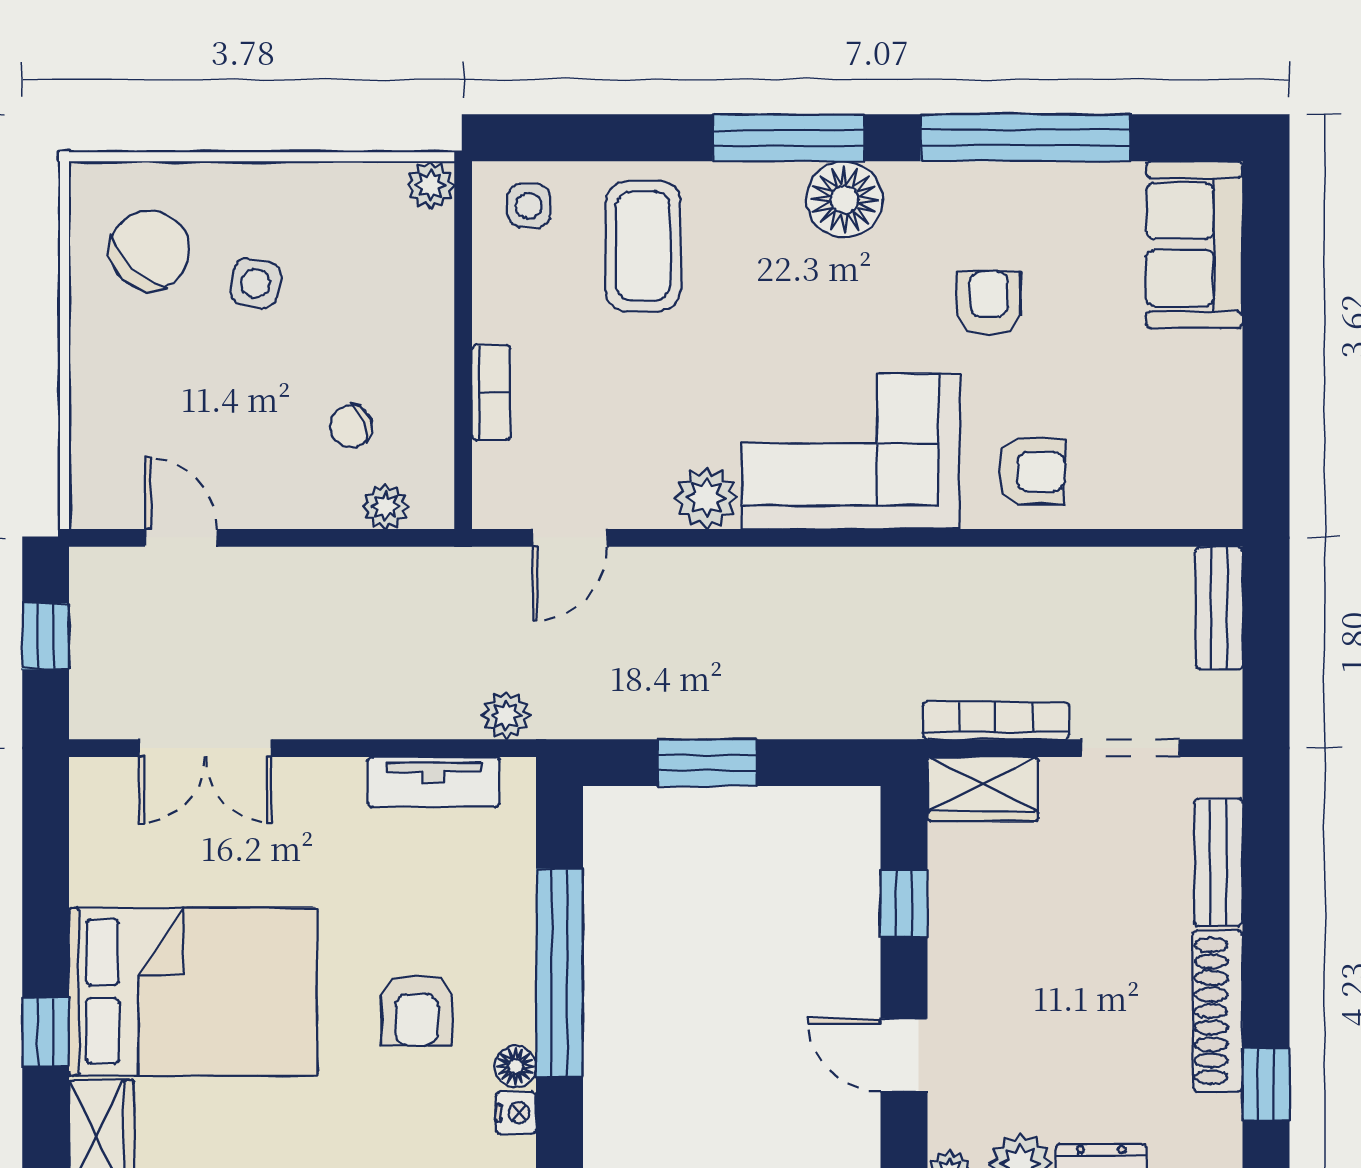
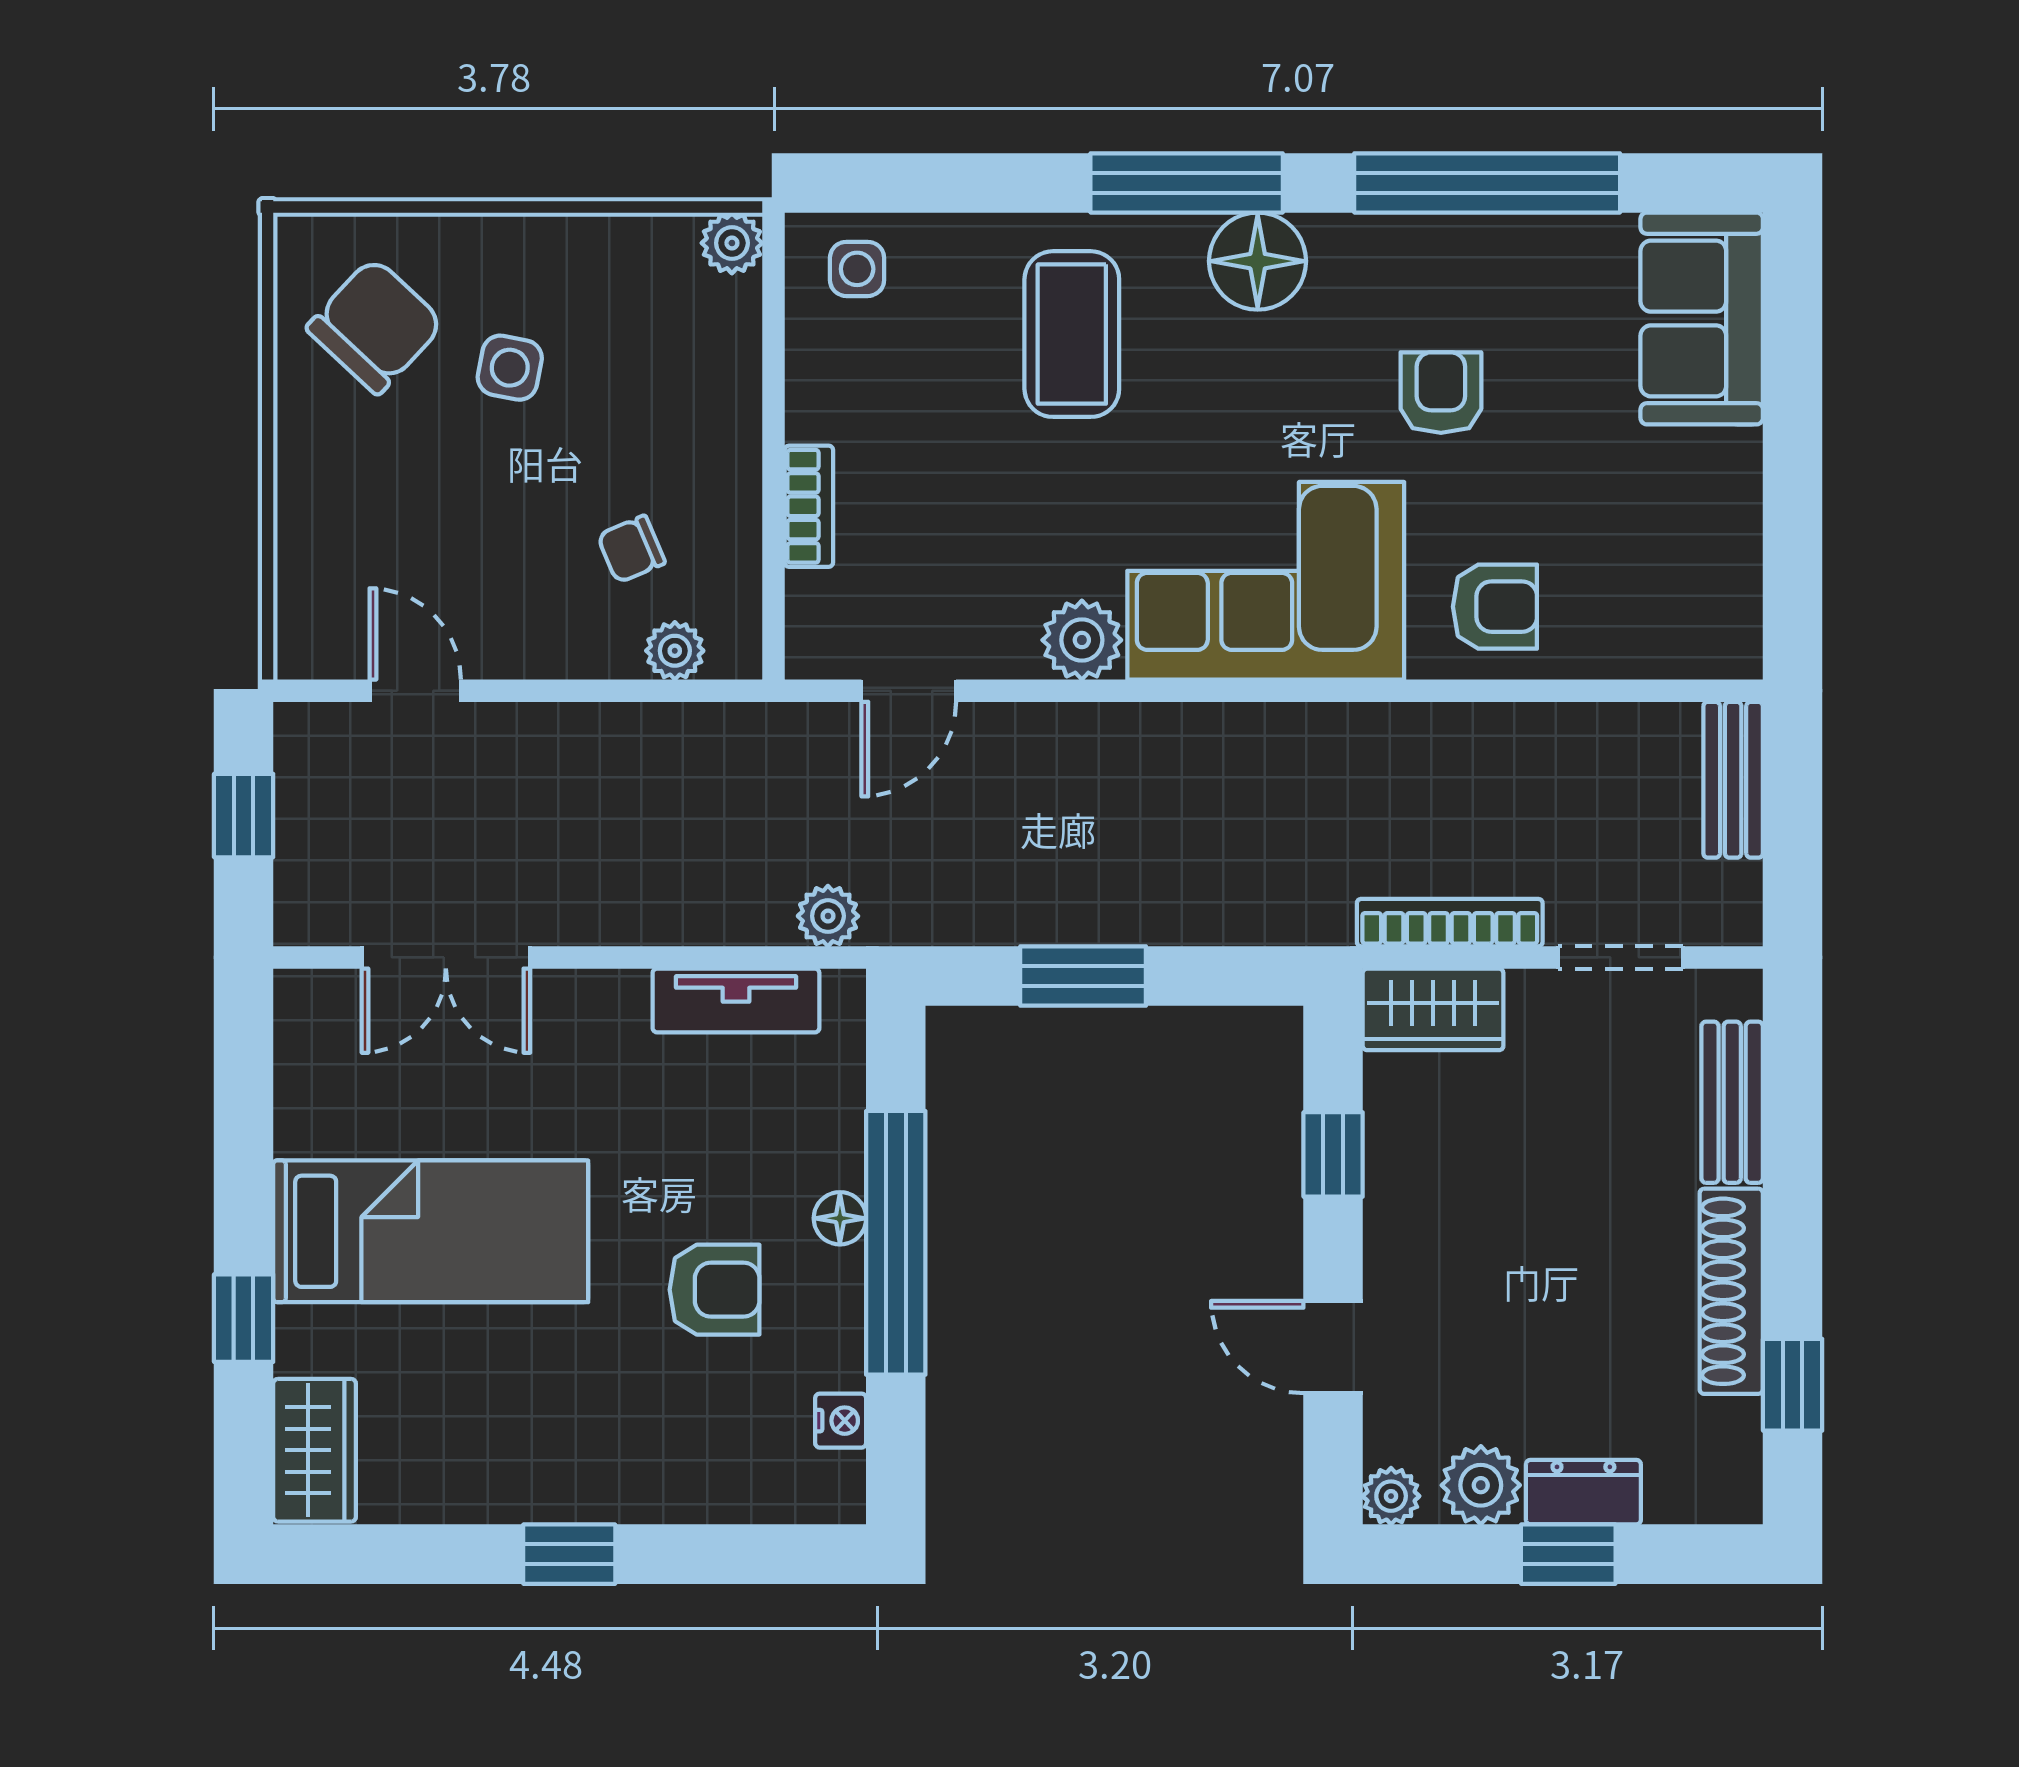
coffee table: (643, 246) -> (1072, 334), moved
bed: (193, 992) -> (431, 1231), width x0.67
armchair: (417, 1010) -> (715, 1290), turned -90
floor lamp: (515, 1066) -> (840, 1218), moved

